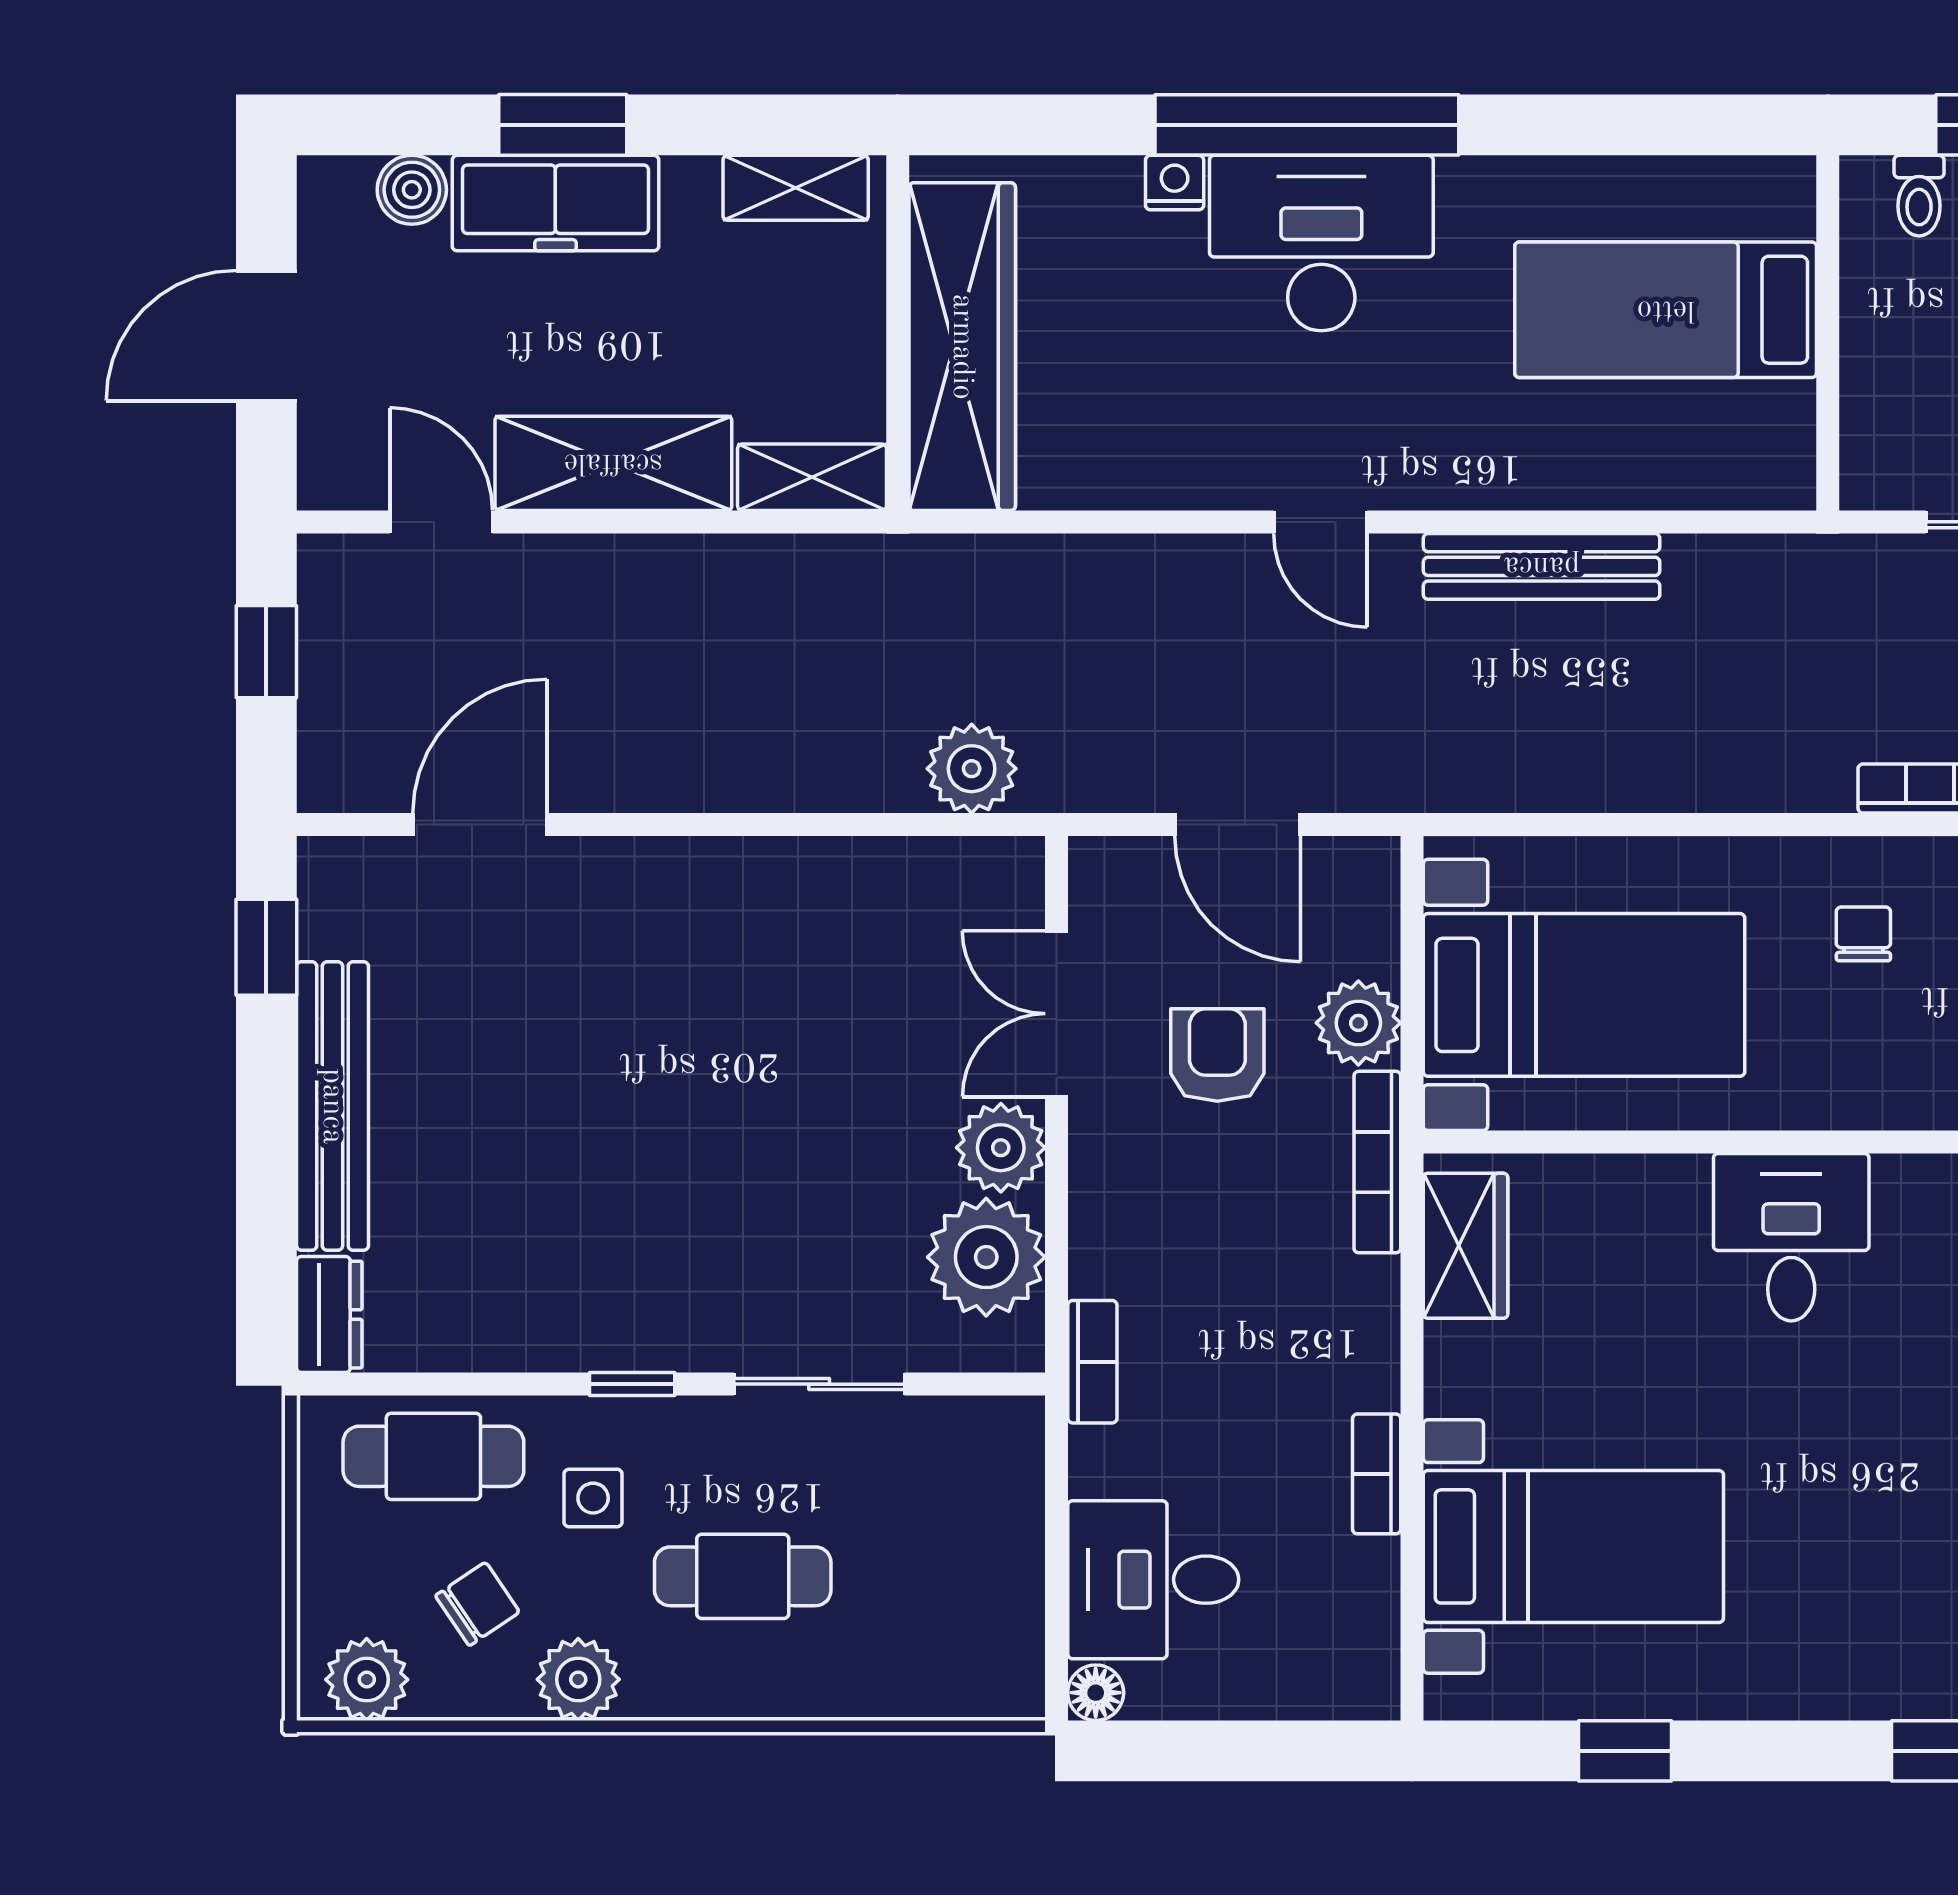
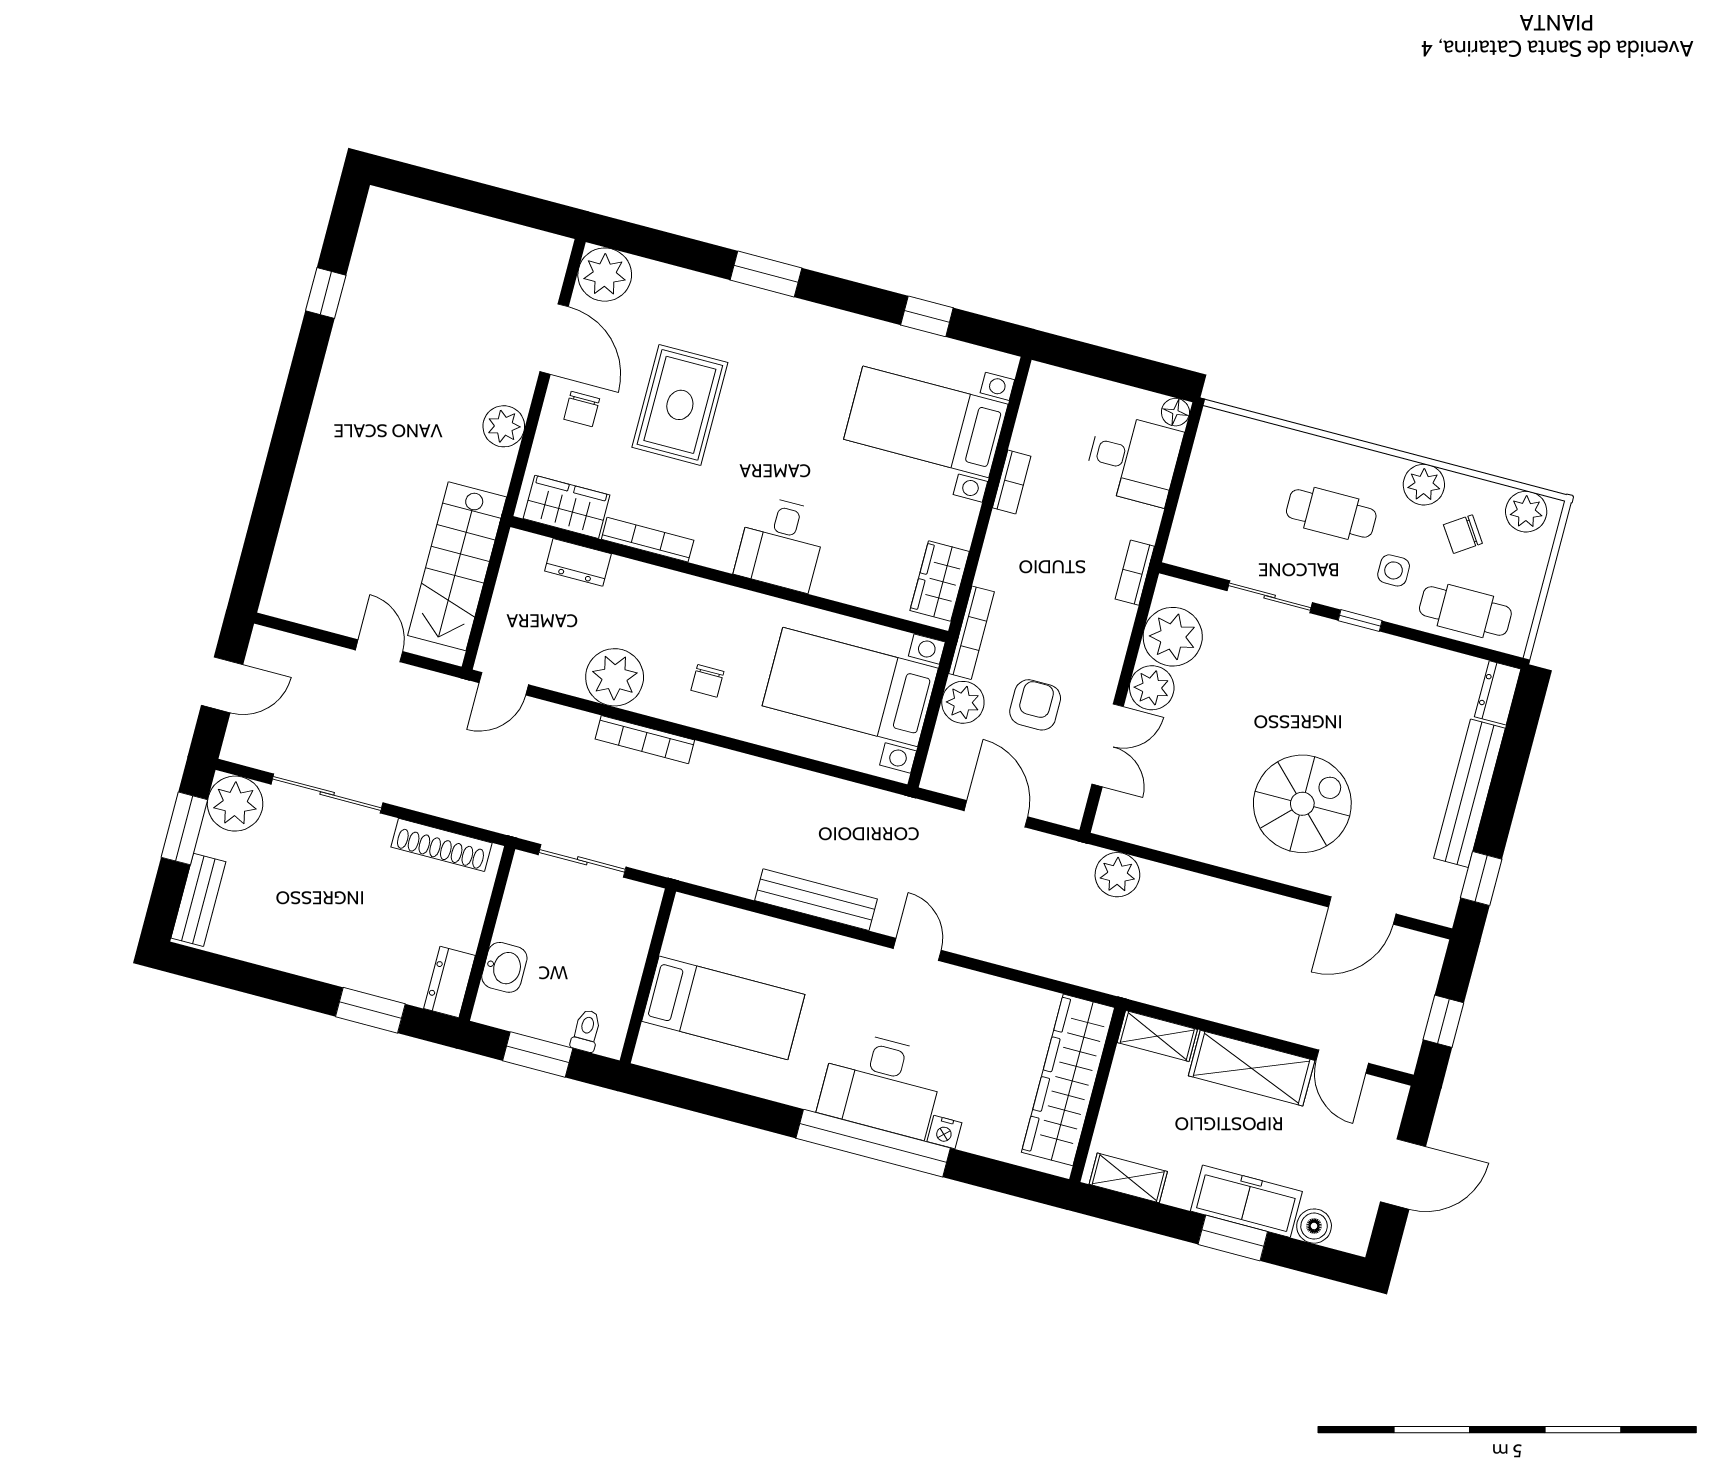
spiral stairs: (650, 1000) -> (1302, 804), added
armchair: (1217, 1055) -> (1035, 705), turned 180

